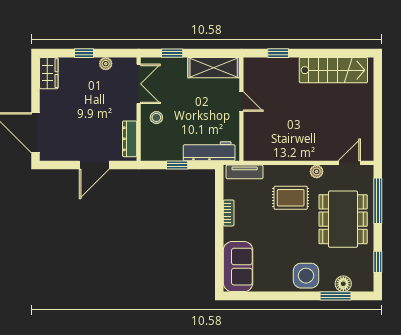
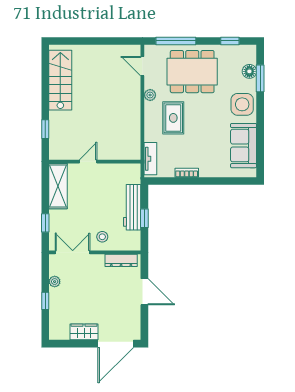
wardrobe: (49, 73) -> (84, 332), moved
workbench: (209, 151) -> (132, 207), moved
sofa: (238, 267) -> (244, 146), moved, turned -90

